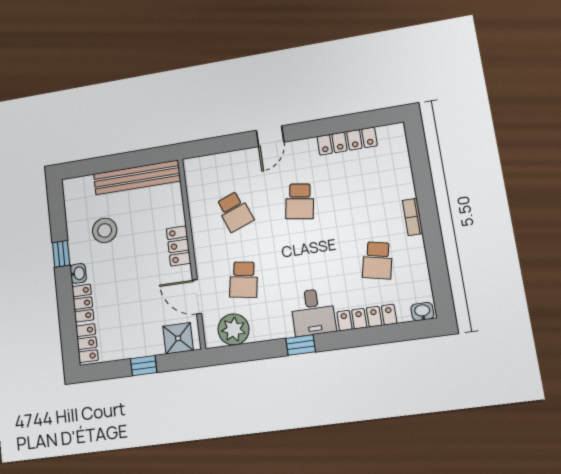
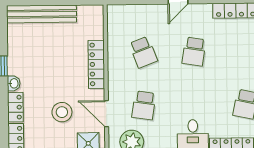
bench: (137, 177) -> (42, 14), moved
stool: (105, 230) -> (62, 112), moved
locker: (179, 246) -> (96, 64), width x1.53

